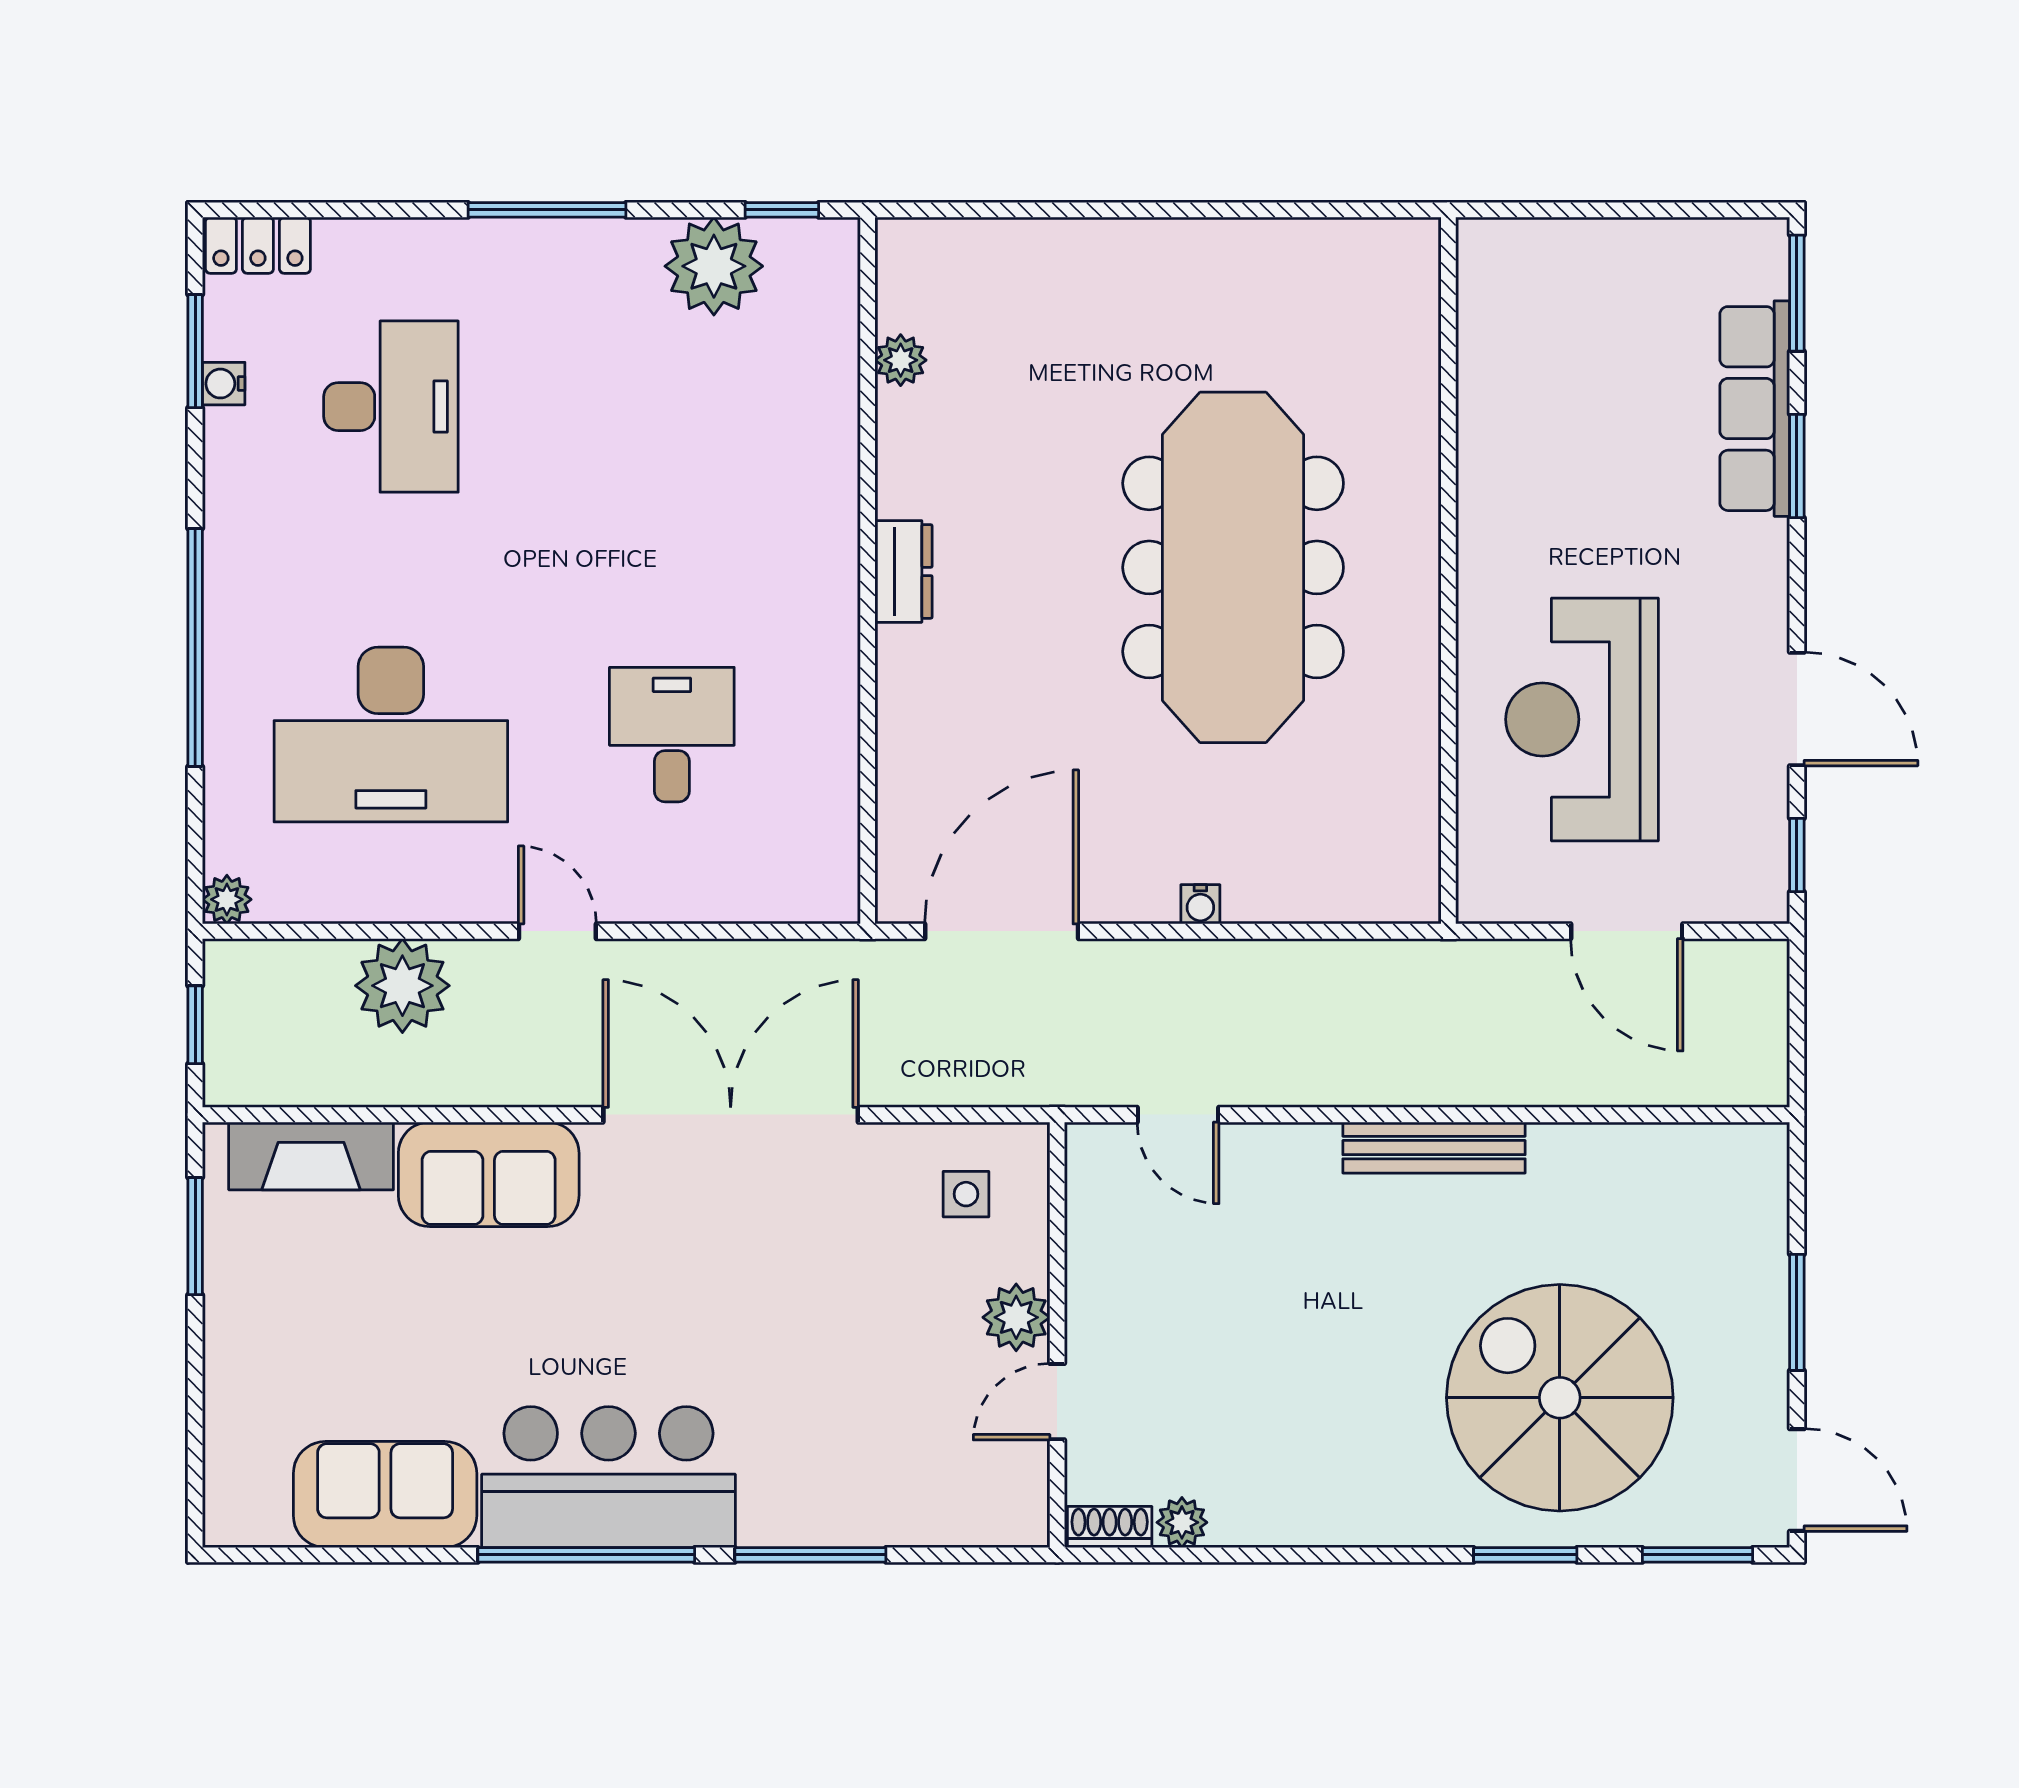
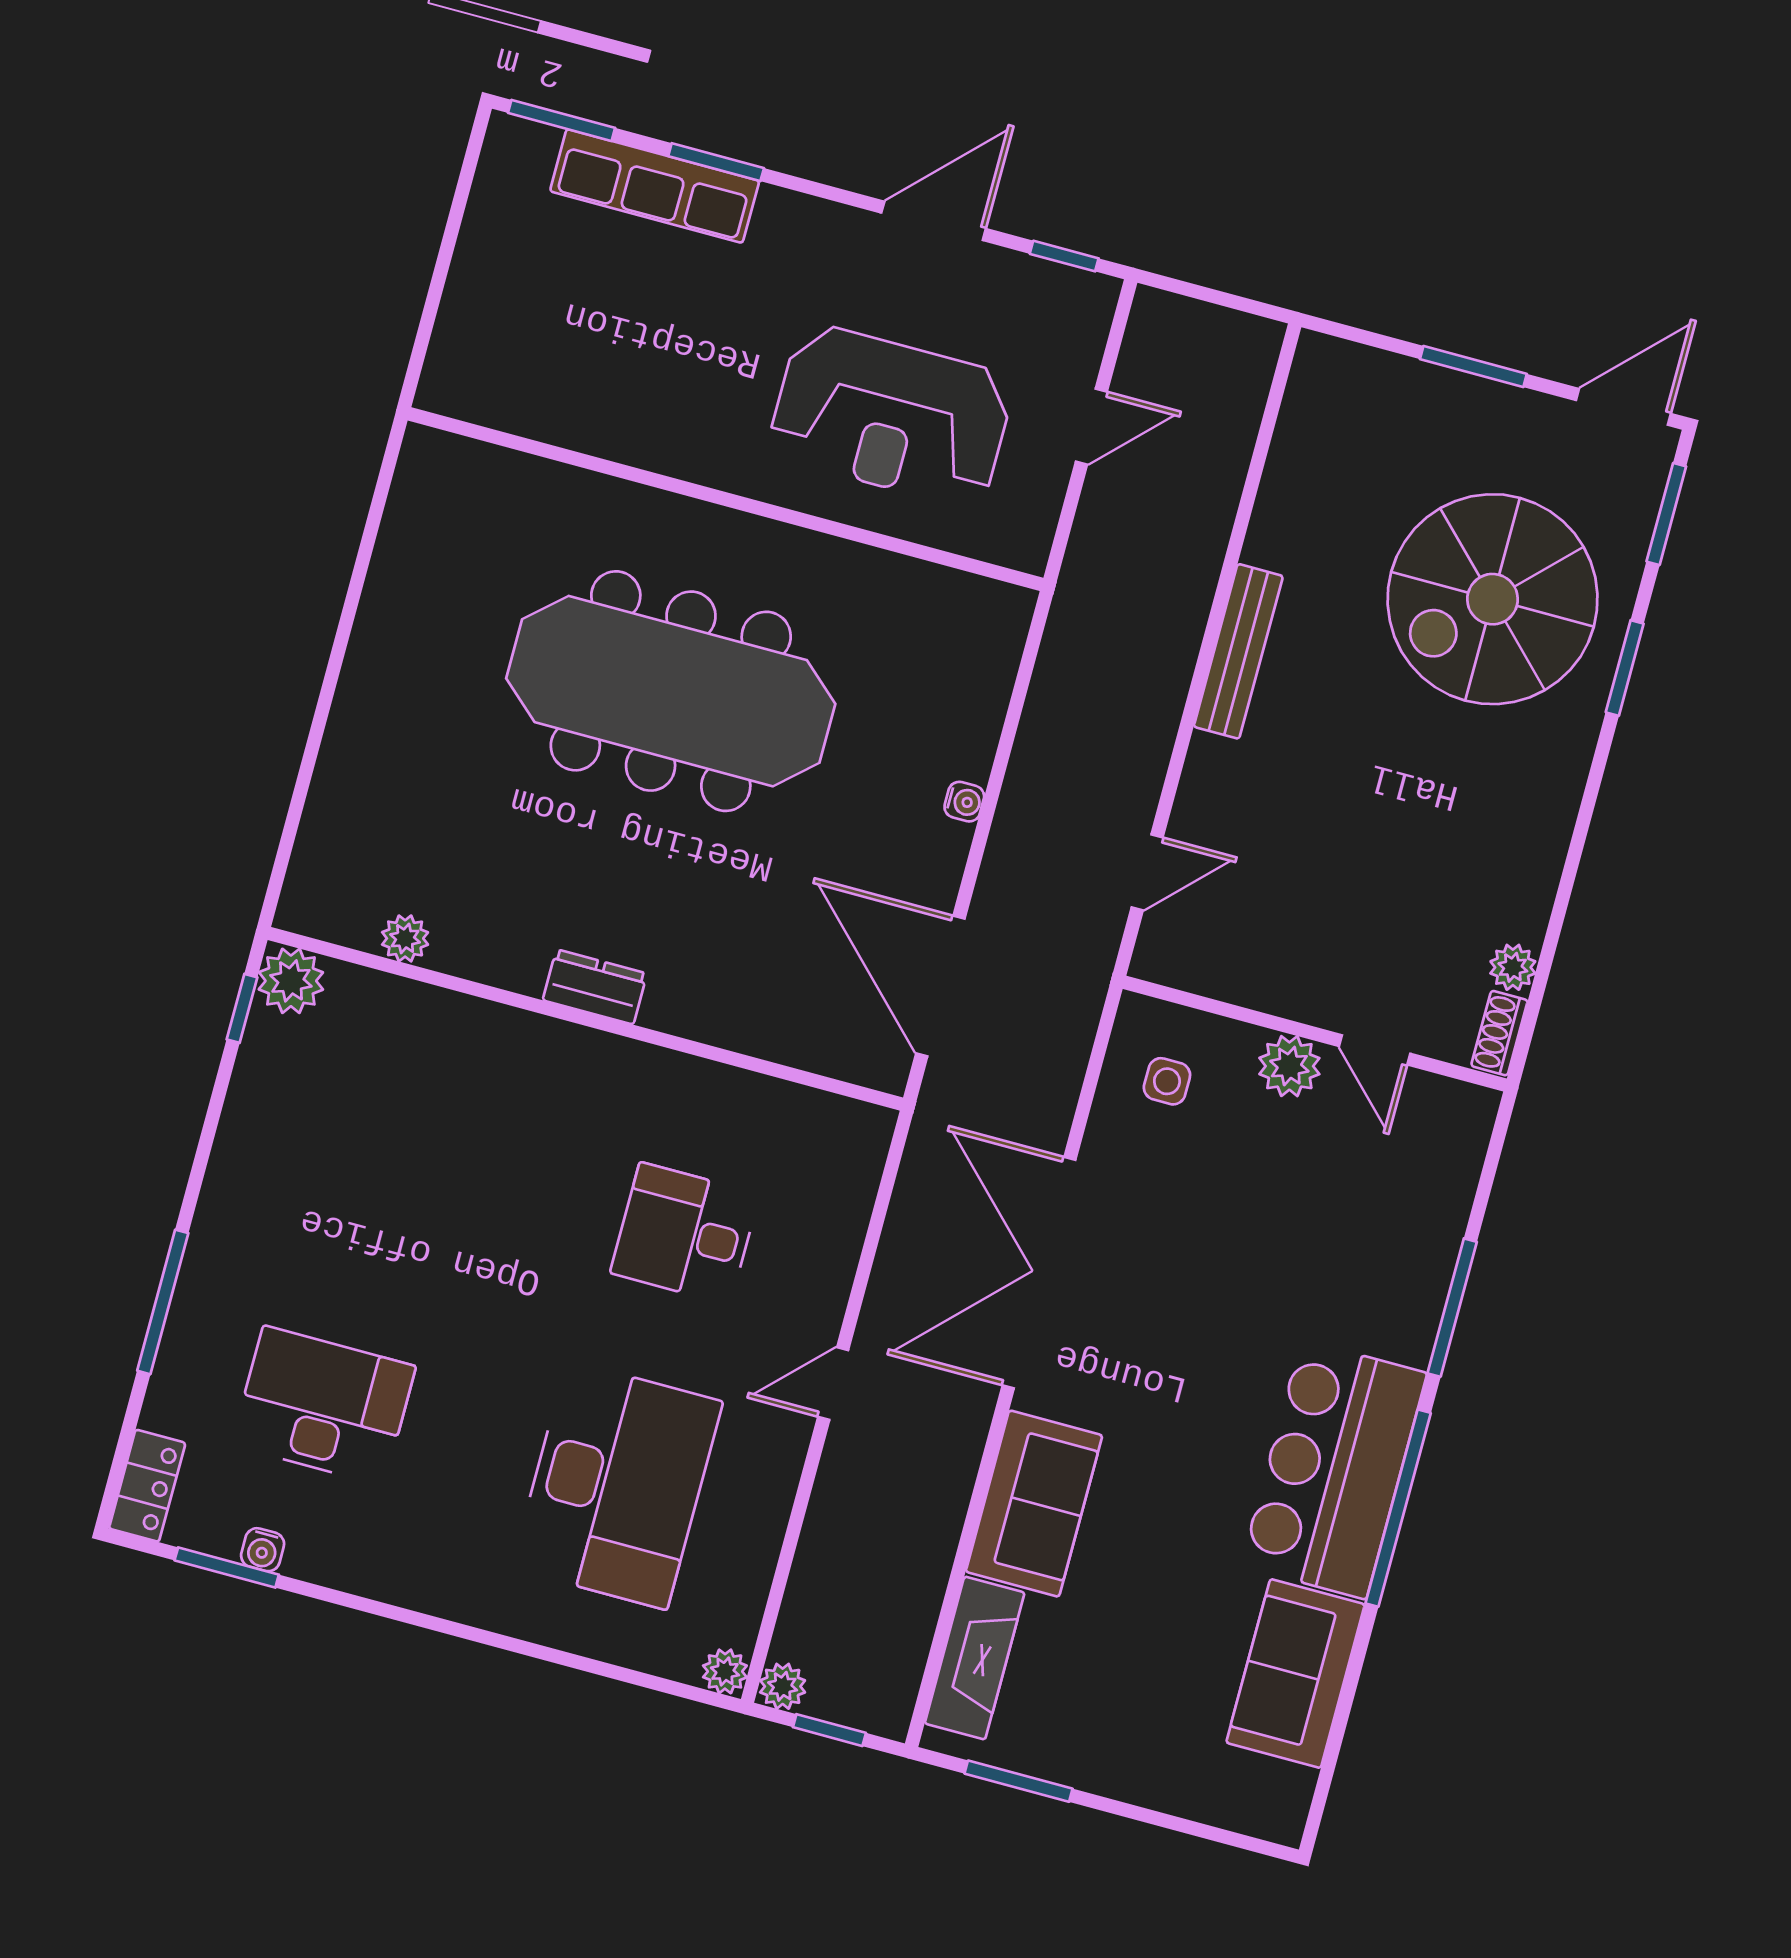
window: (547, 210) -> (163, 1302), moved
plant: (714, 266) -> (291, 981), moved, width x0.73, depth x0.73
window: (195, 648) -> (492, 1639), removed
door: (1627, 931) -> (1091, 427), width x0.73
plant: (402, 986) -> (783, 1686), moved, width x0.53, depth x0.53

